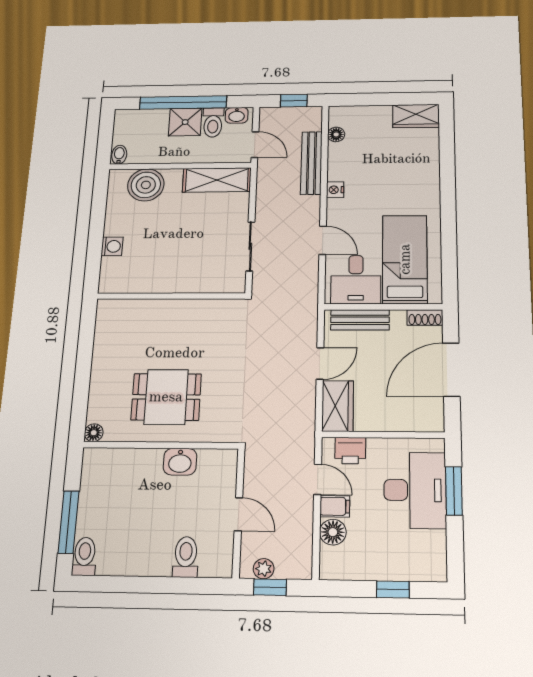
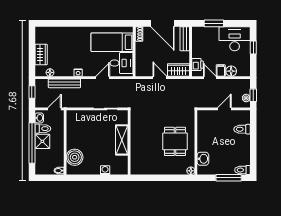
wardrobe: (416, 116) -> (41, 54), moved
shelving: (217, 180) -> (122, 140), moved
bench: (360, 320) -> (185, 39), moved
washbasin: (180, 462) -> (203, 159), moved
door: (318, 479) -> (210, 78), hinge flipped
desk: (415, 490) -> (235, 39), moved

